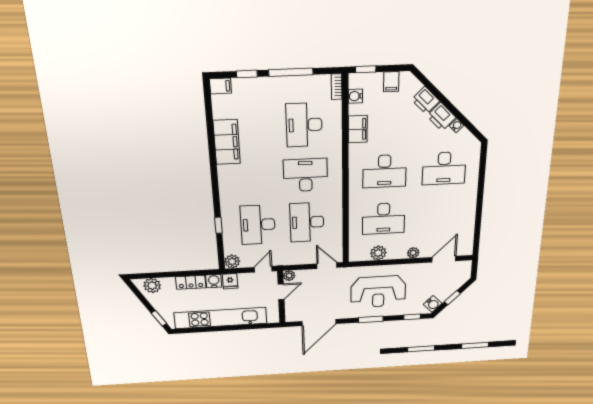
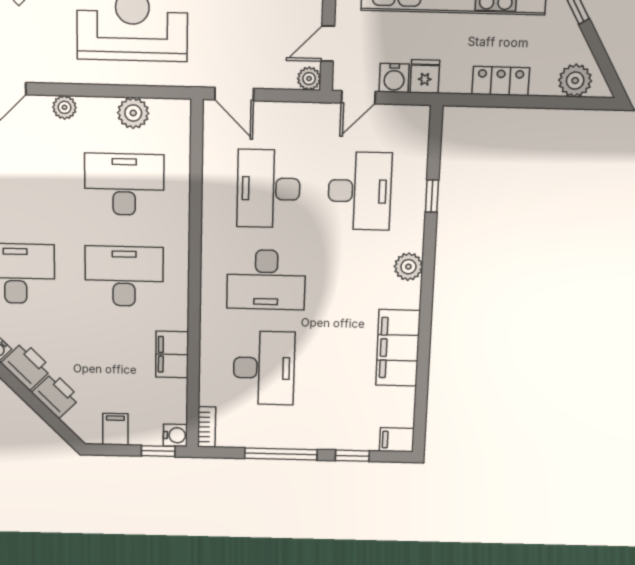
water cooler: (355, 96) -> (175, 435), moved
desk: (307, 222) -> (269, 189), turned 180
plant: (232, 261) -> (408, 267), moved
water cooler: (214, 281) -> (394, 78), moved

